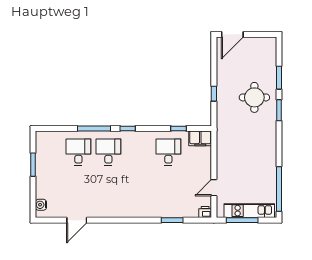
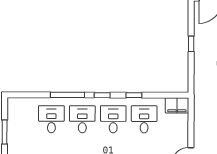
window: (214, 94) -> (191, 44), moved
window: (179, 128) -> (134, 95), moved
desk: (138, 152) -> (113, 119), added

